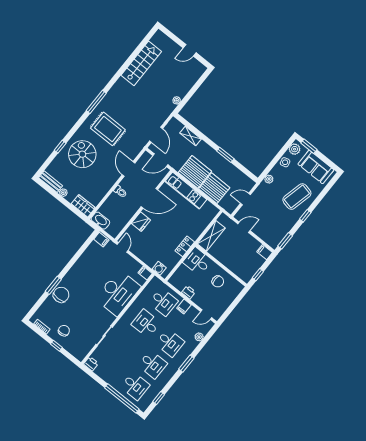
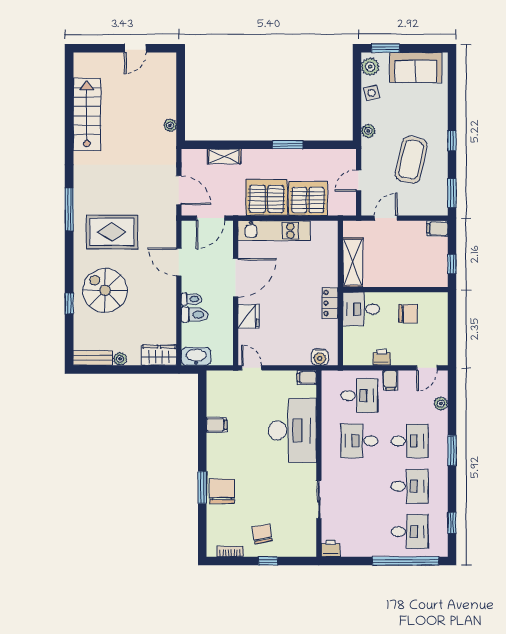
coffee table: (297, 197) -> (411, 160), moved
toilet: (116, 200) -> (195, 315), added
filing cabinet: (101, 240) -> (217, 425), moved

